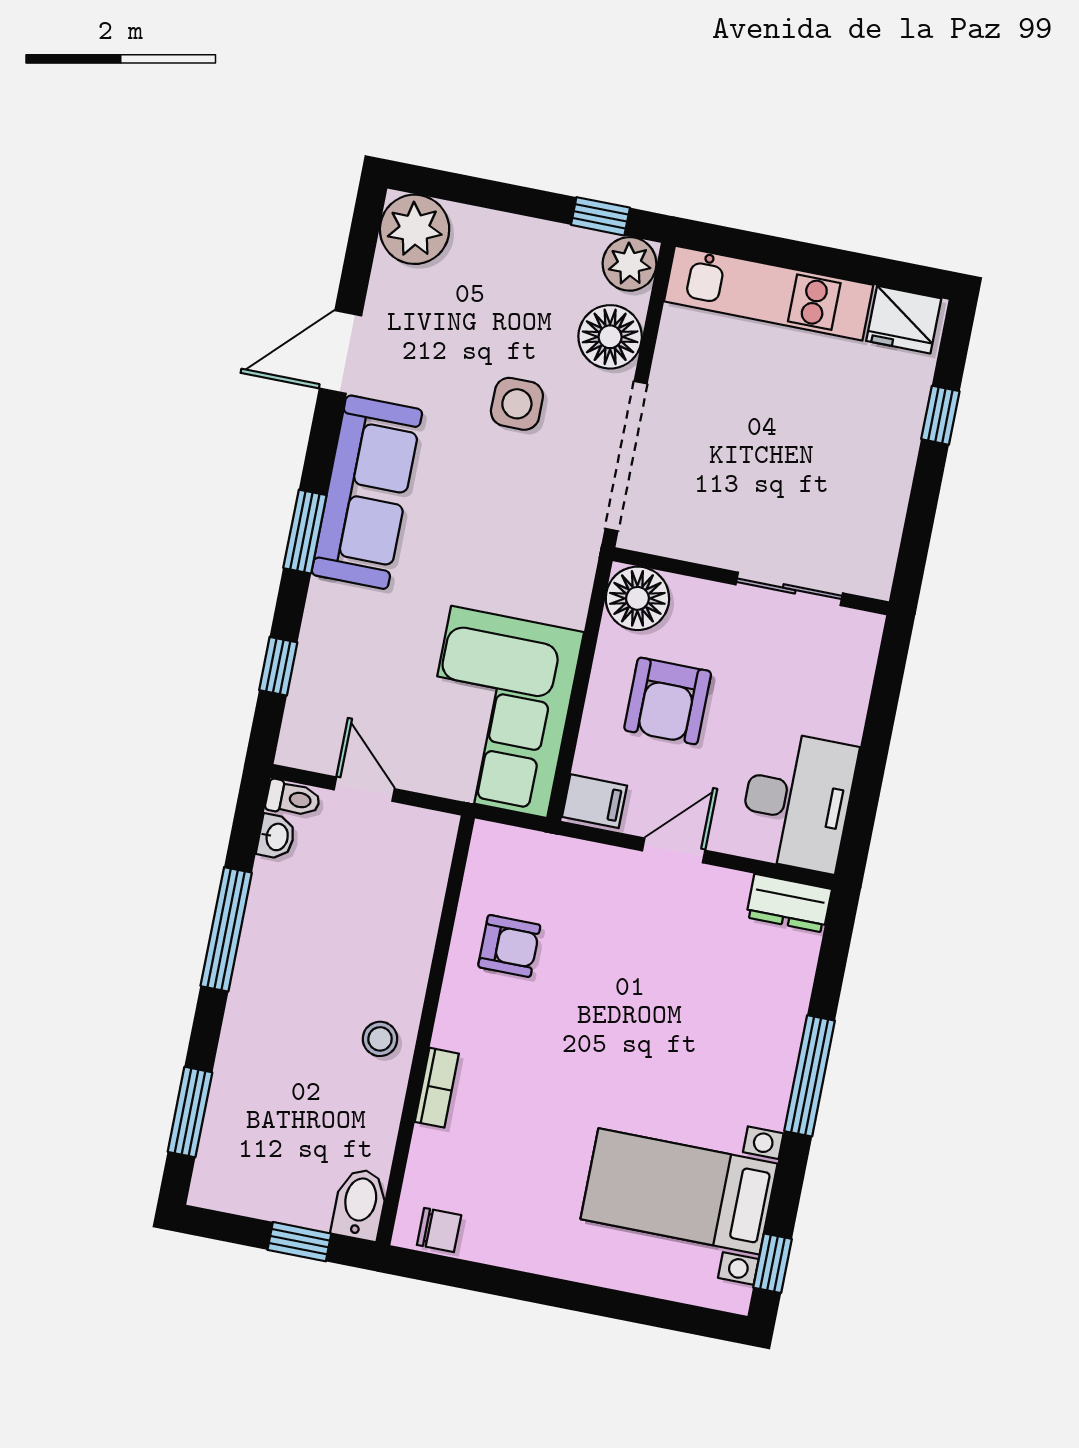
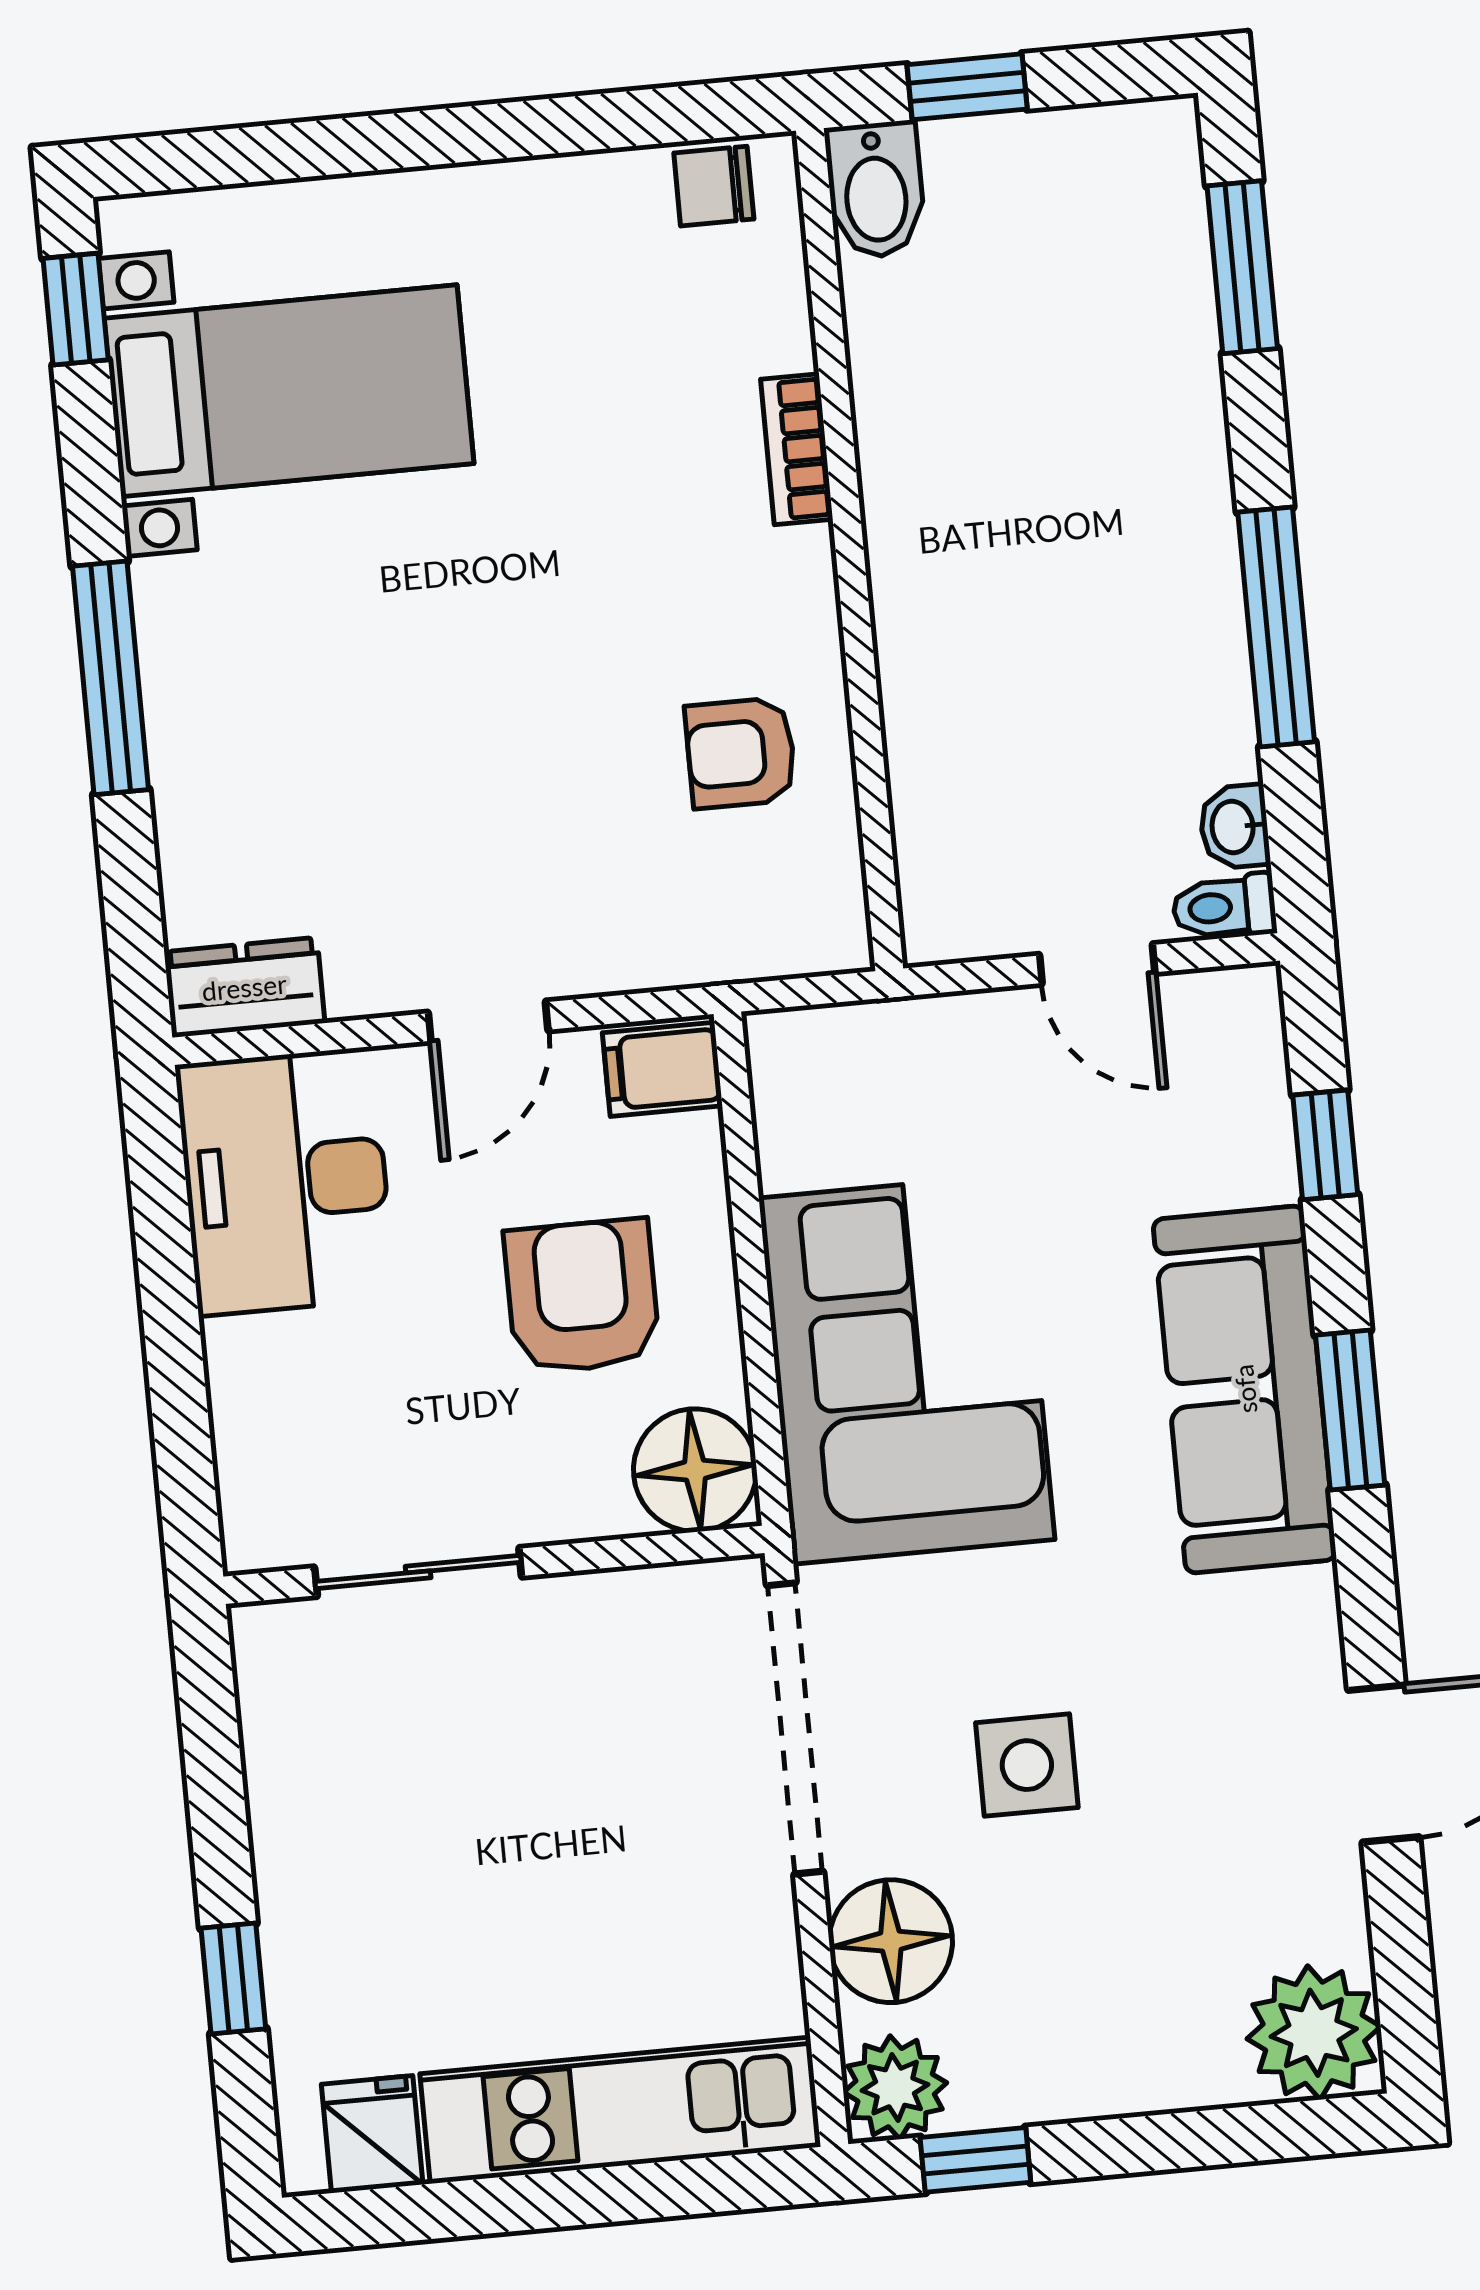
fridge: (904, 320) -> (372, 2134), width x0.72
sofa: (367, 492) -> (1245, 1389), moved
corner sofa: (499, 712) -> (907, 1369), moved
stool: (380, 1039) -> (929, 509), removed

